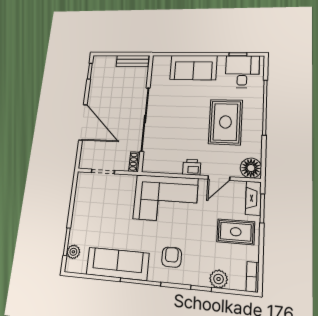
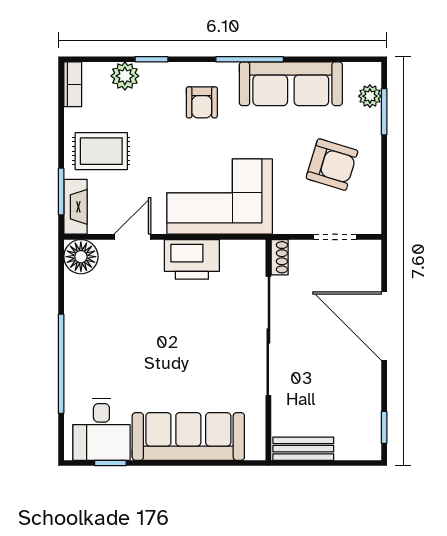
sofa: (193, 68) -> (188, 436), width x1.36
rug: (225, 122) -> (126, 335), removed
printer: (192, 167) -> (192, 259), width x1.87, depth x1.48
armchair: (100, 213) -> (332, 165), added

